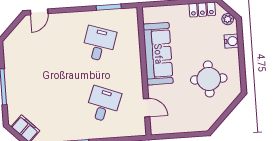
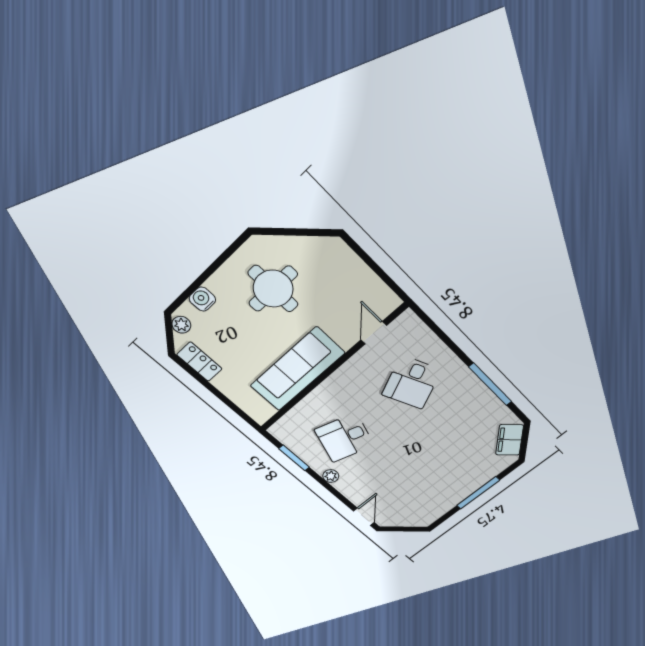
door: (39, 12) -> (364, 517), hinge flipped
plant: (81, 17) -> (331, 476), added
desk: (103, 105) -> (412, 382), turned -45

